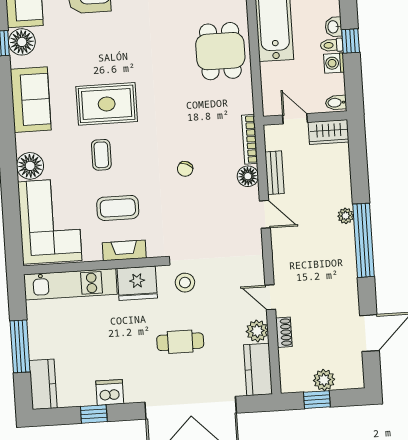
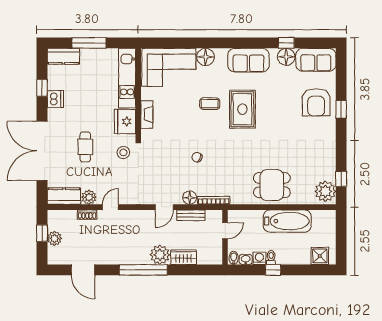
washbasin: (333, 27) -> (246, 259), moved
wardrobe: (329, 132) -> (184, 257), moved, turned 90
coffee table: (118, 208) -> (175, 112), removed
plant: (346, 216) -> (160, 255), width x1.88, depth x1.88

